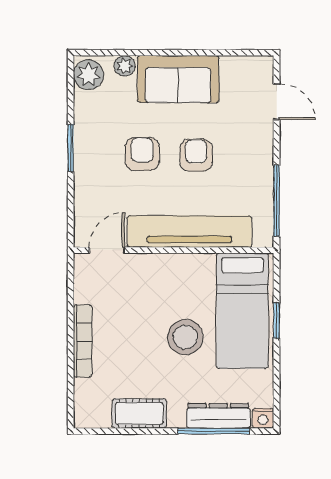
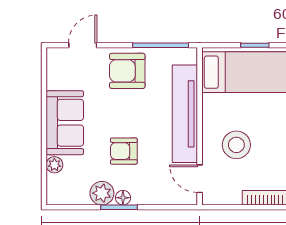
plant: (89, 75) -> (102, 193), moved
floor lamp: (83, 153) -> (123, 198), added
armchair: (196, 155) -> (127, 71), moved, width x1.38, depth x1.38
stool: (185, 337) -> (236, 145), moved

